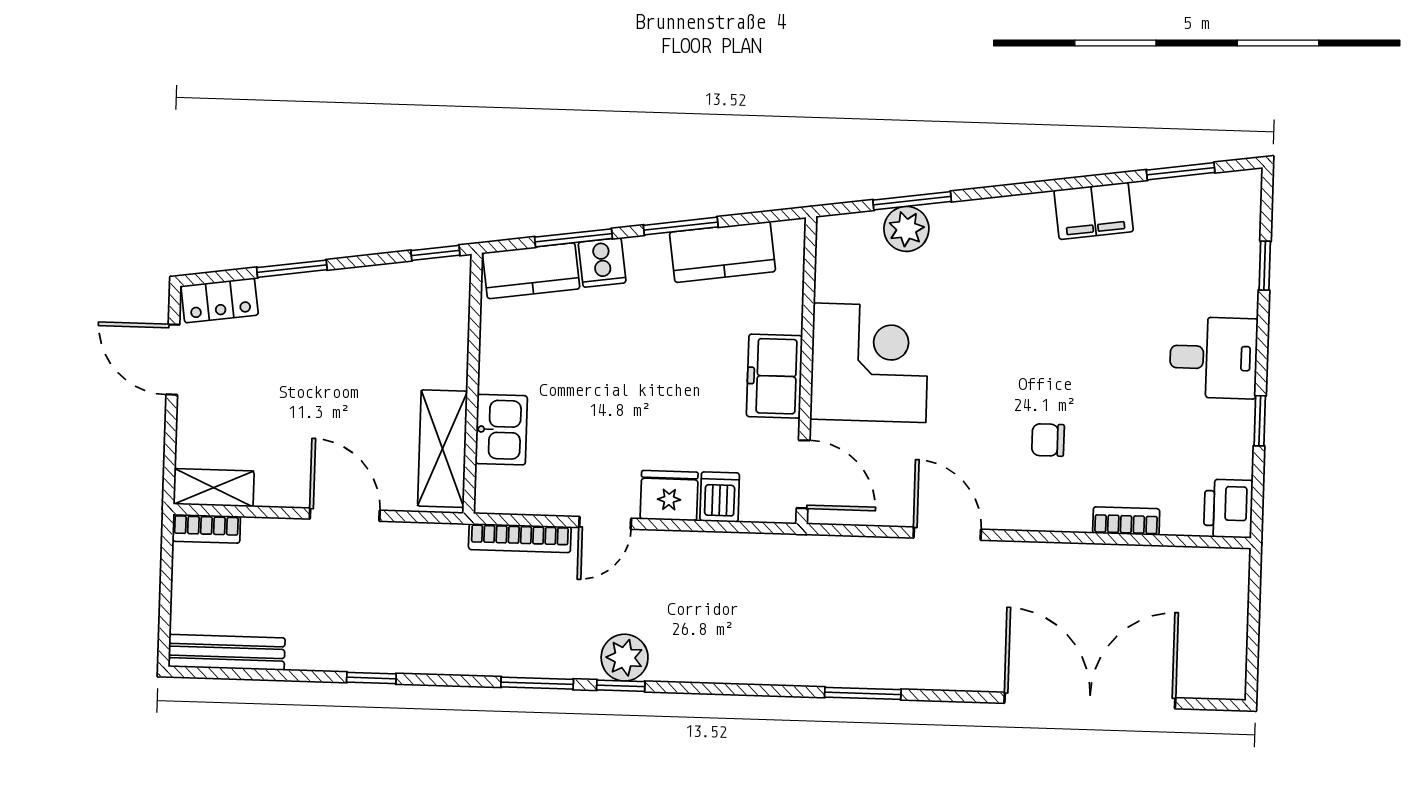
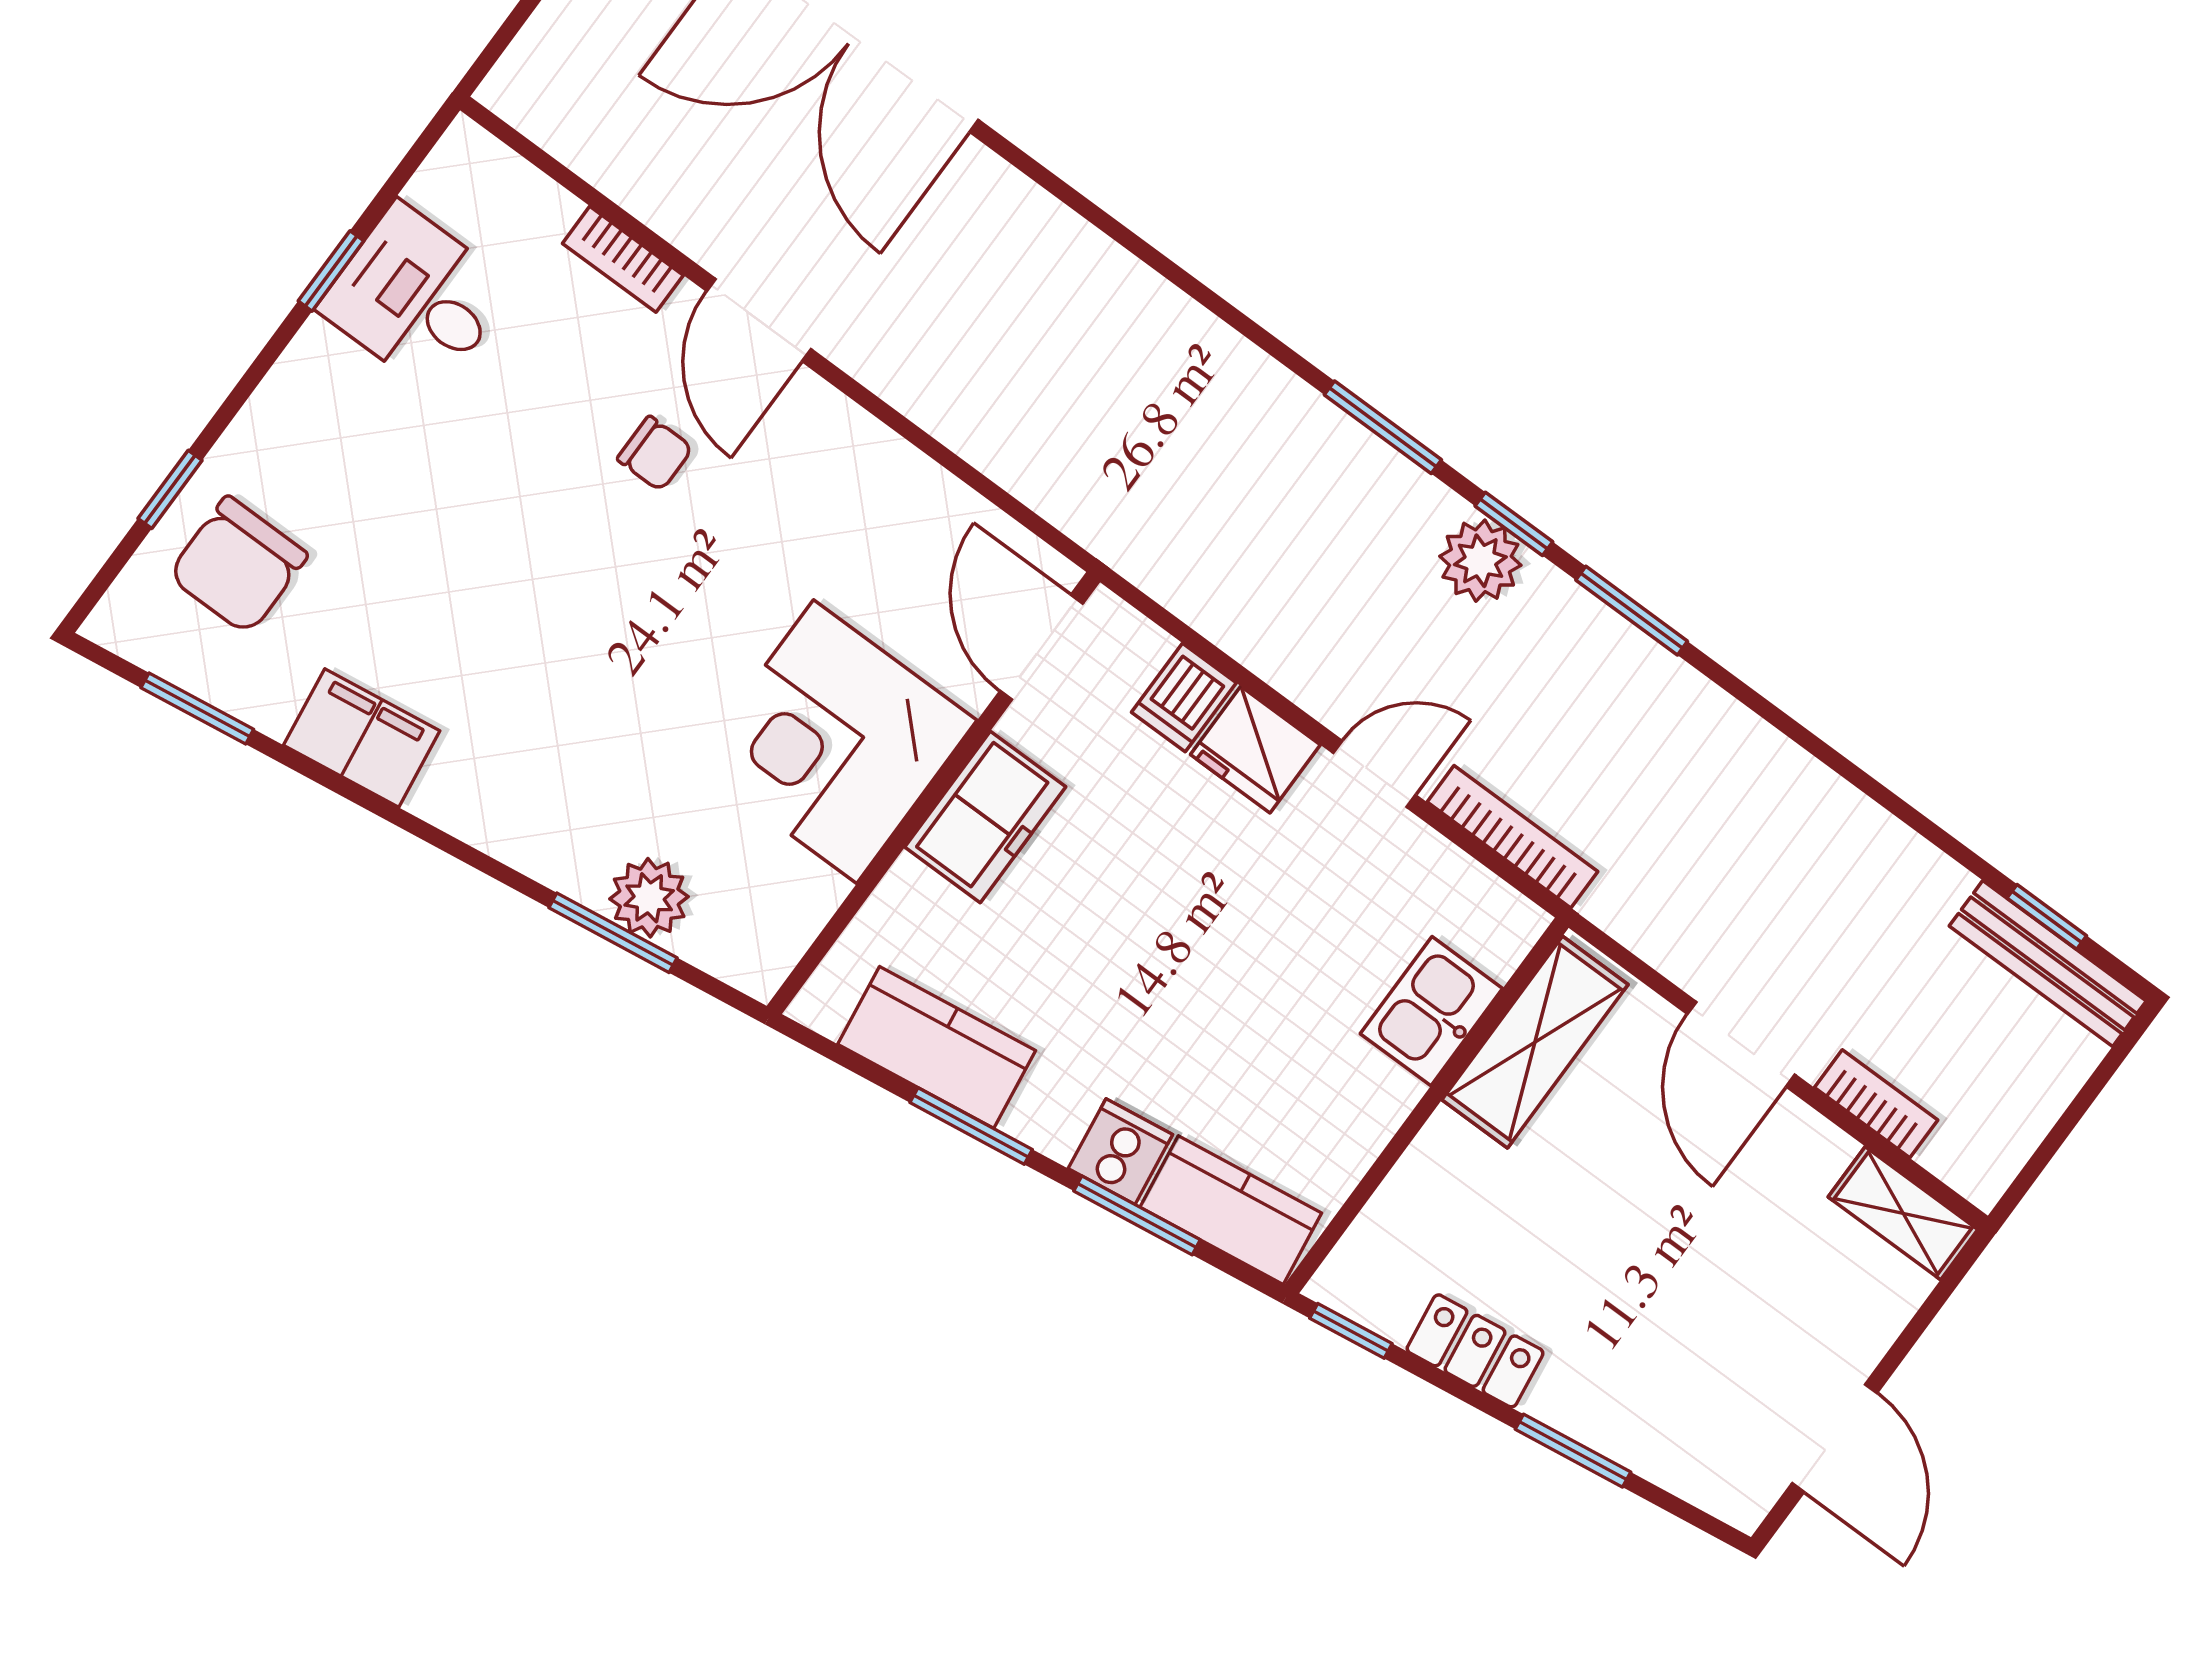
chair: (1208, 252) -> (238, 565), added
locker: (220, 300) -> (1475, 1351), moved
desk: (1214, 358) -> (416, 298), moved
printer: (1228, 509) -> (464, 176), removed
bookcase: (206, 529) -> (1876, 1104), moved
door: (947, 534) -> (759, 320), moved
window: (371, 678) -> (2047, 917), moved
window: (863, 693) -> (1383, 427), moved

